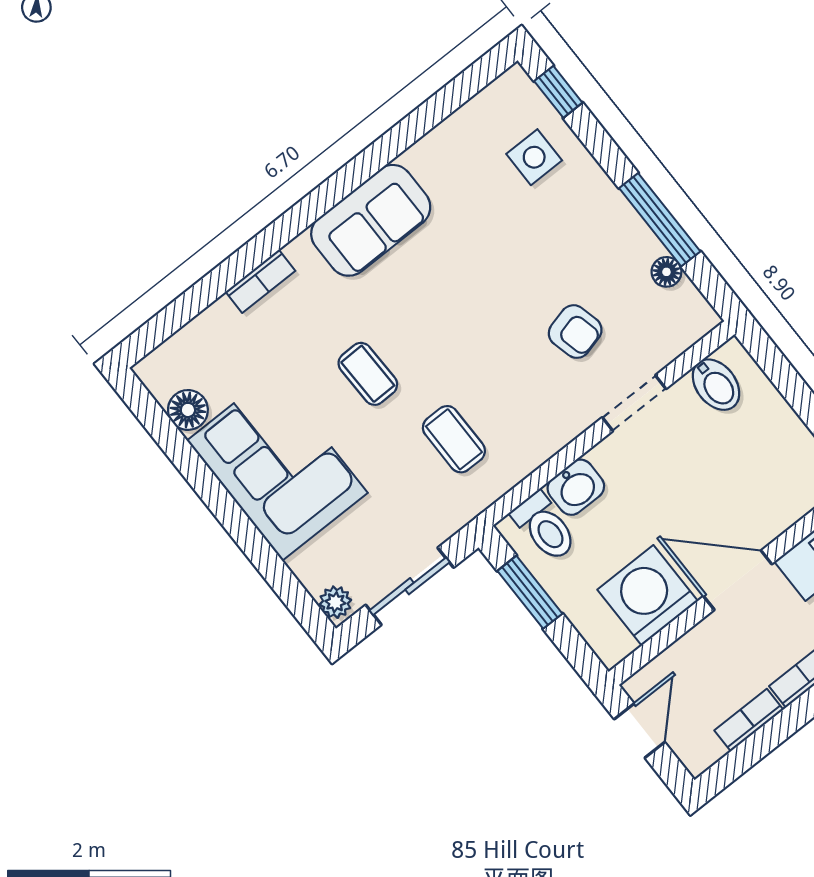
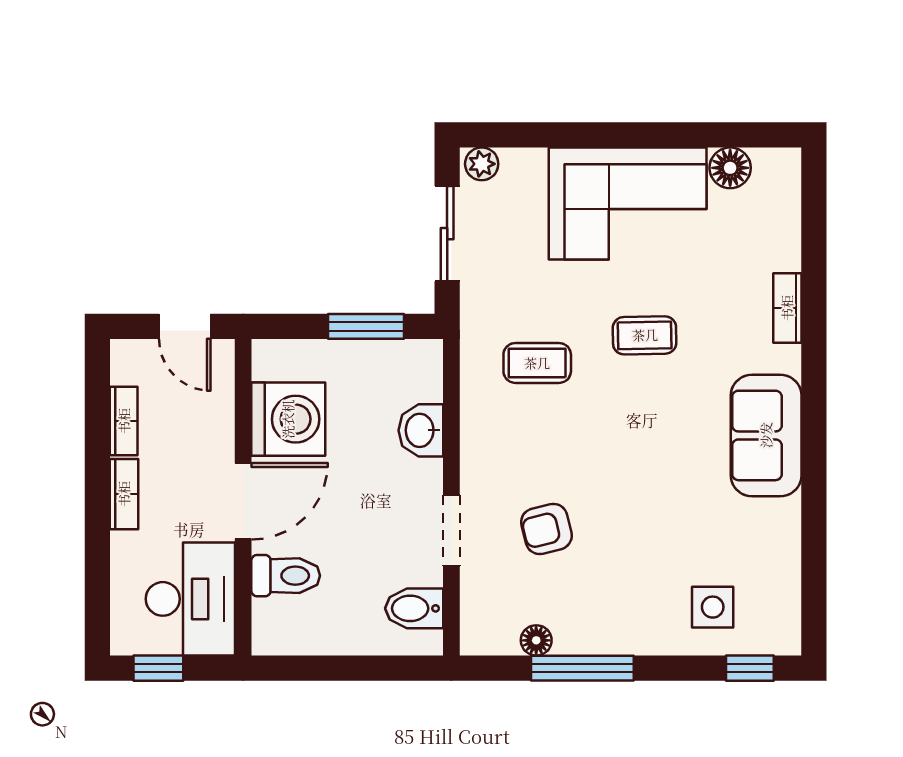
toilet: (545, 527) -> (286, 576), moved, turned 180

